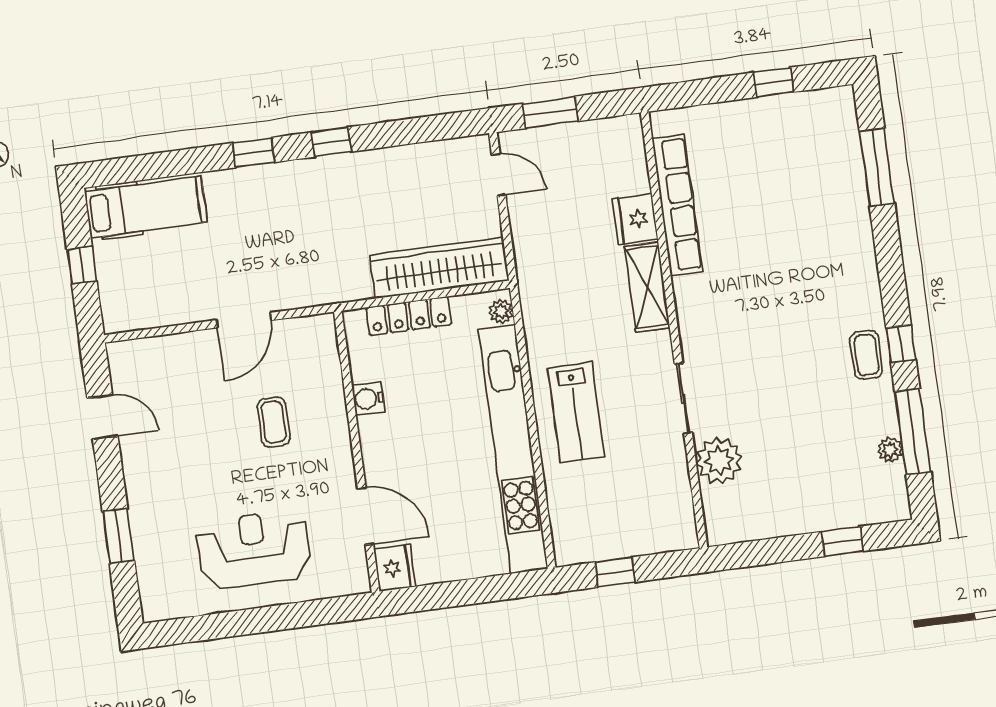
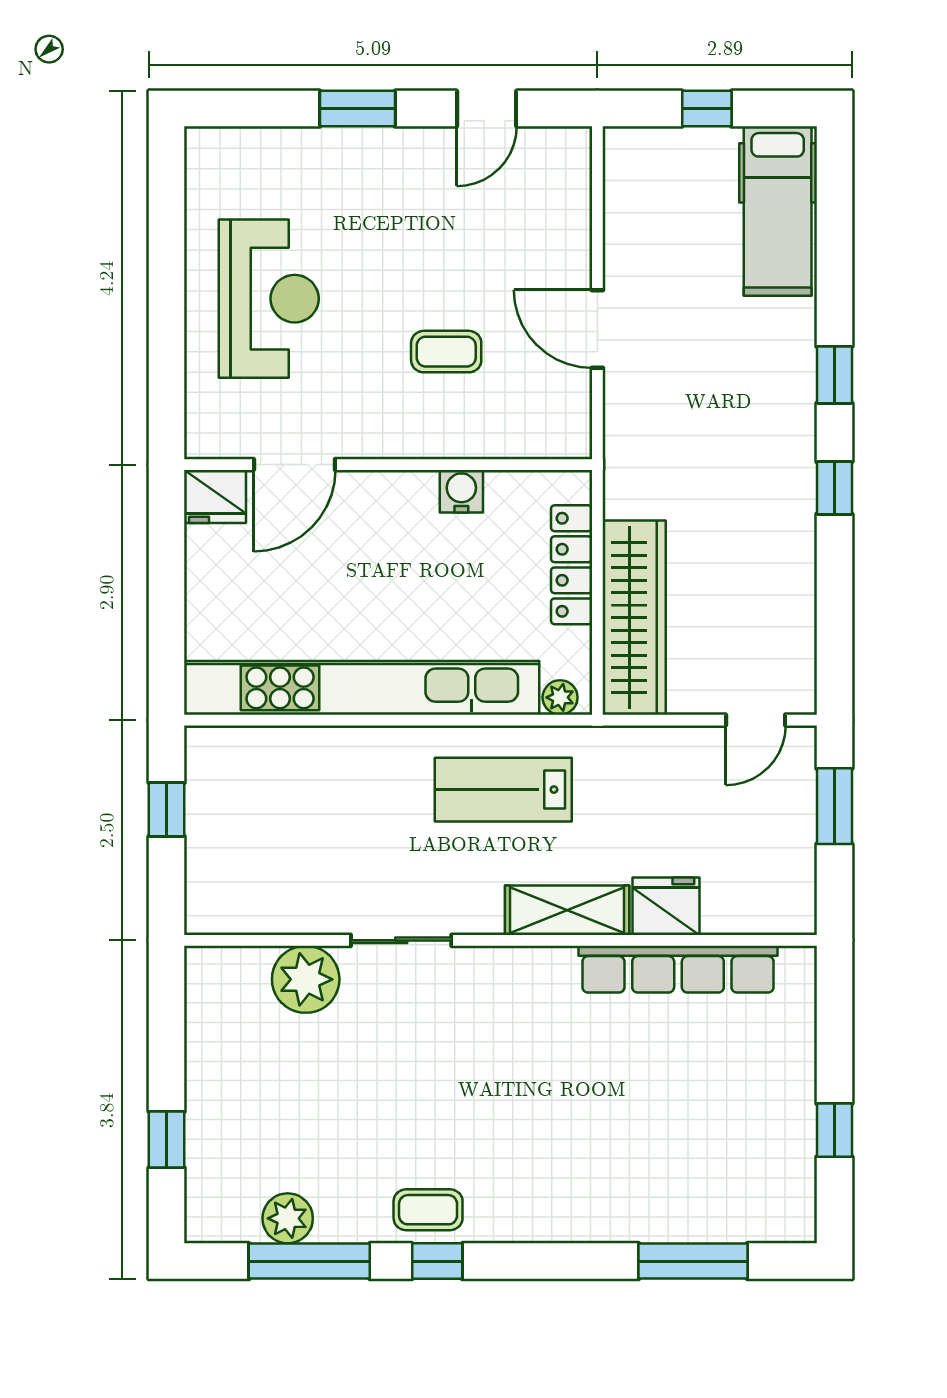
lab bench: (576, 412) -> (503, 790), moved
plant: (890, 450) -> (288, 1218), width x1.38, depth x1.38
window: (119, 536) -> (358, 109), moved

